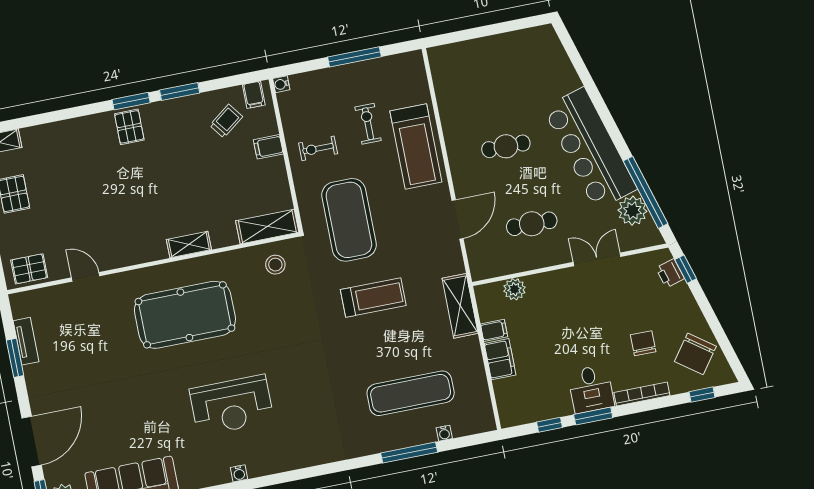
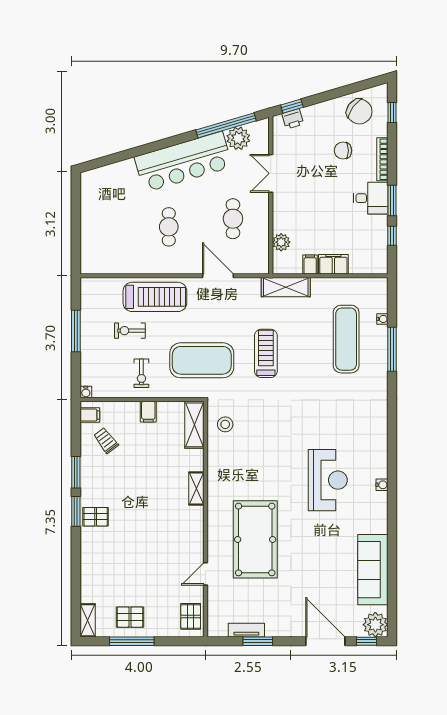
filing cabinet: (268, 147) -> (148, 412), moved
pool table: (185, 315) -> (255, 539), moved

